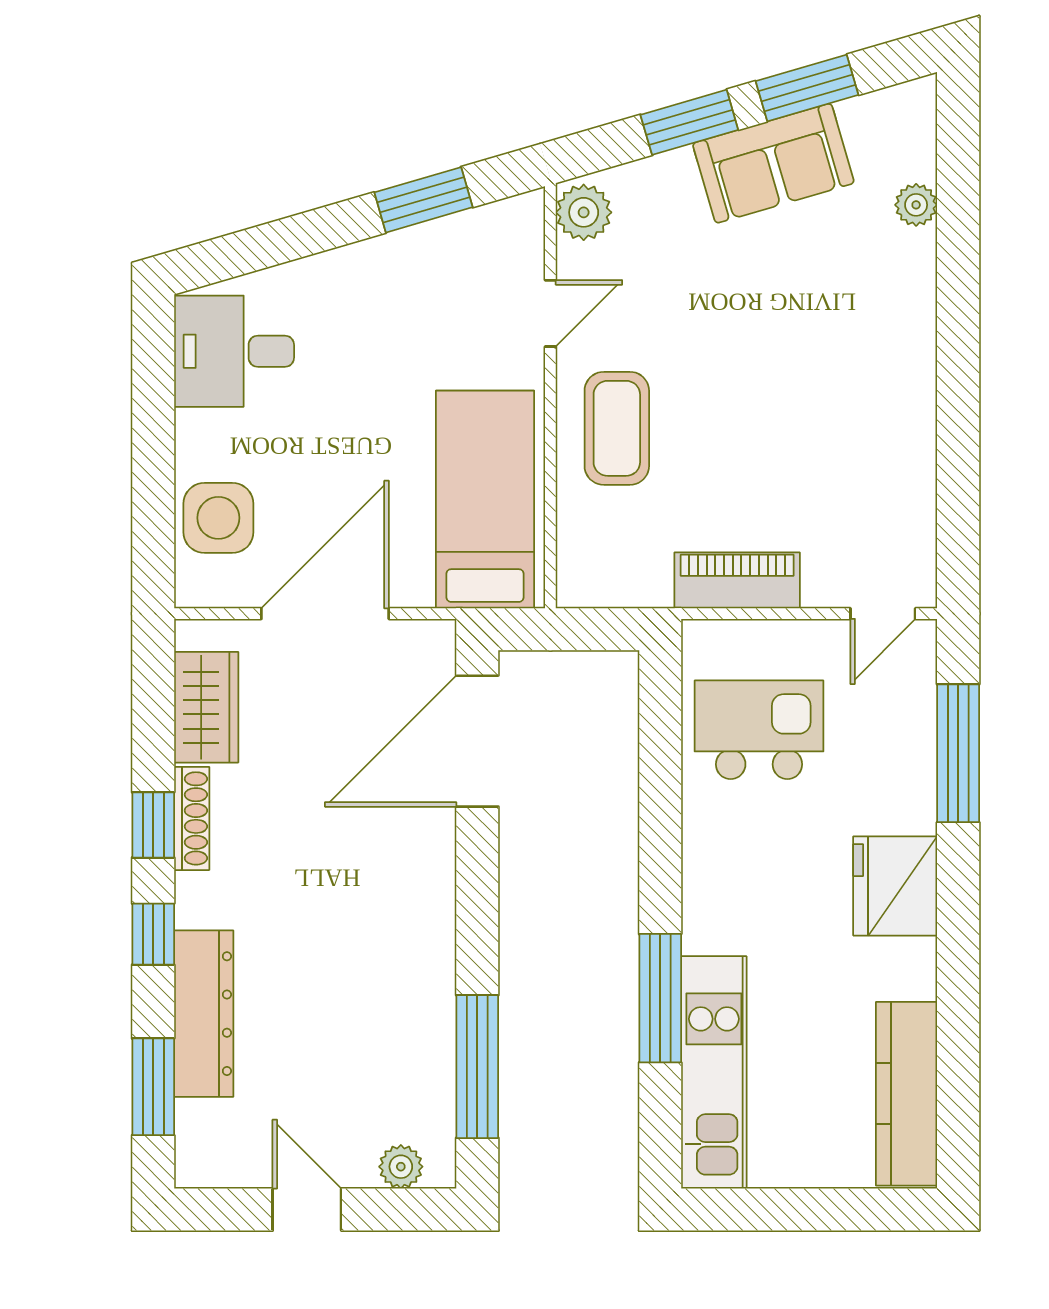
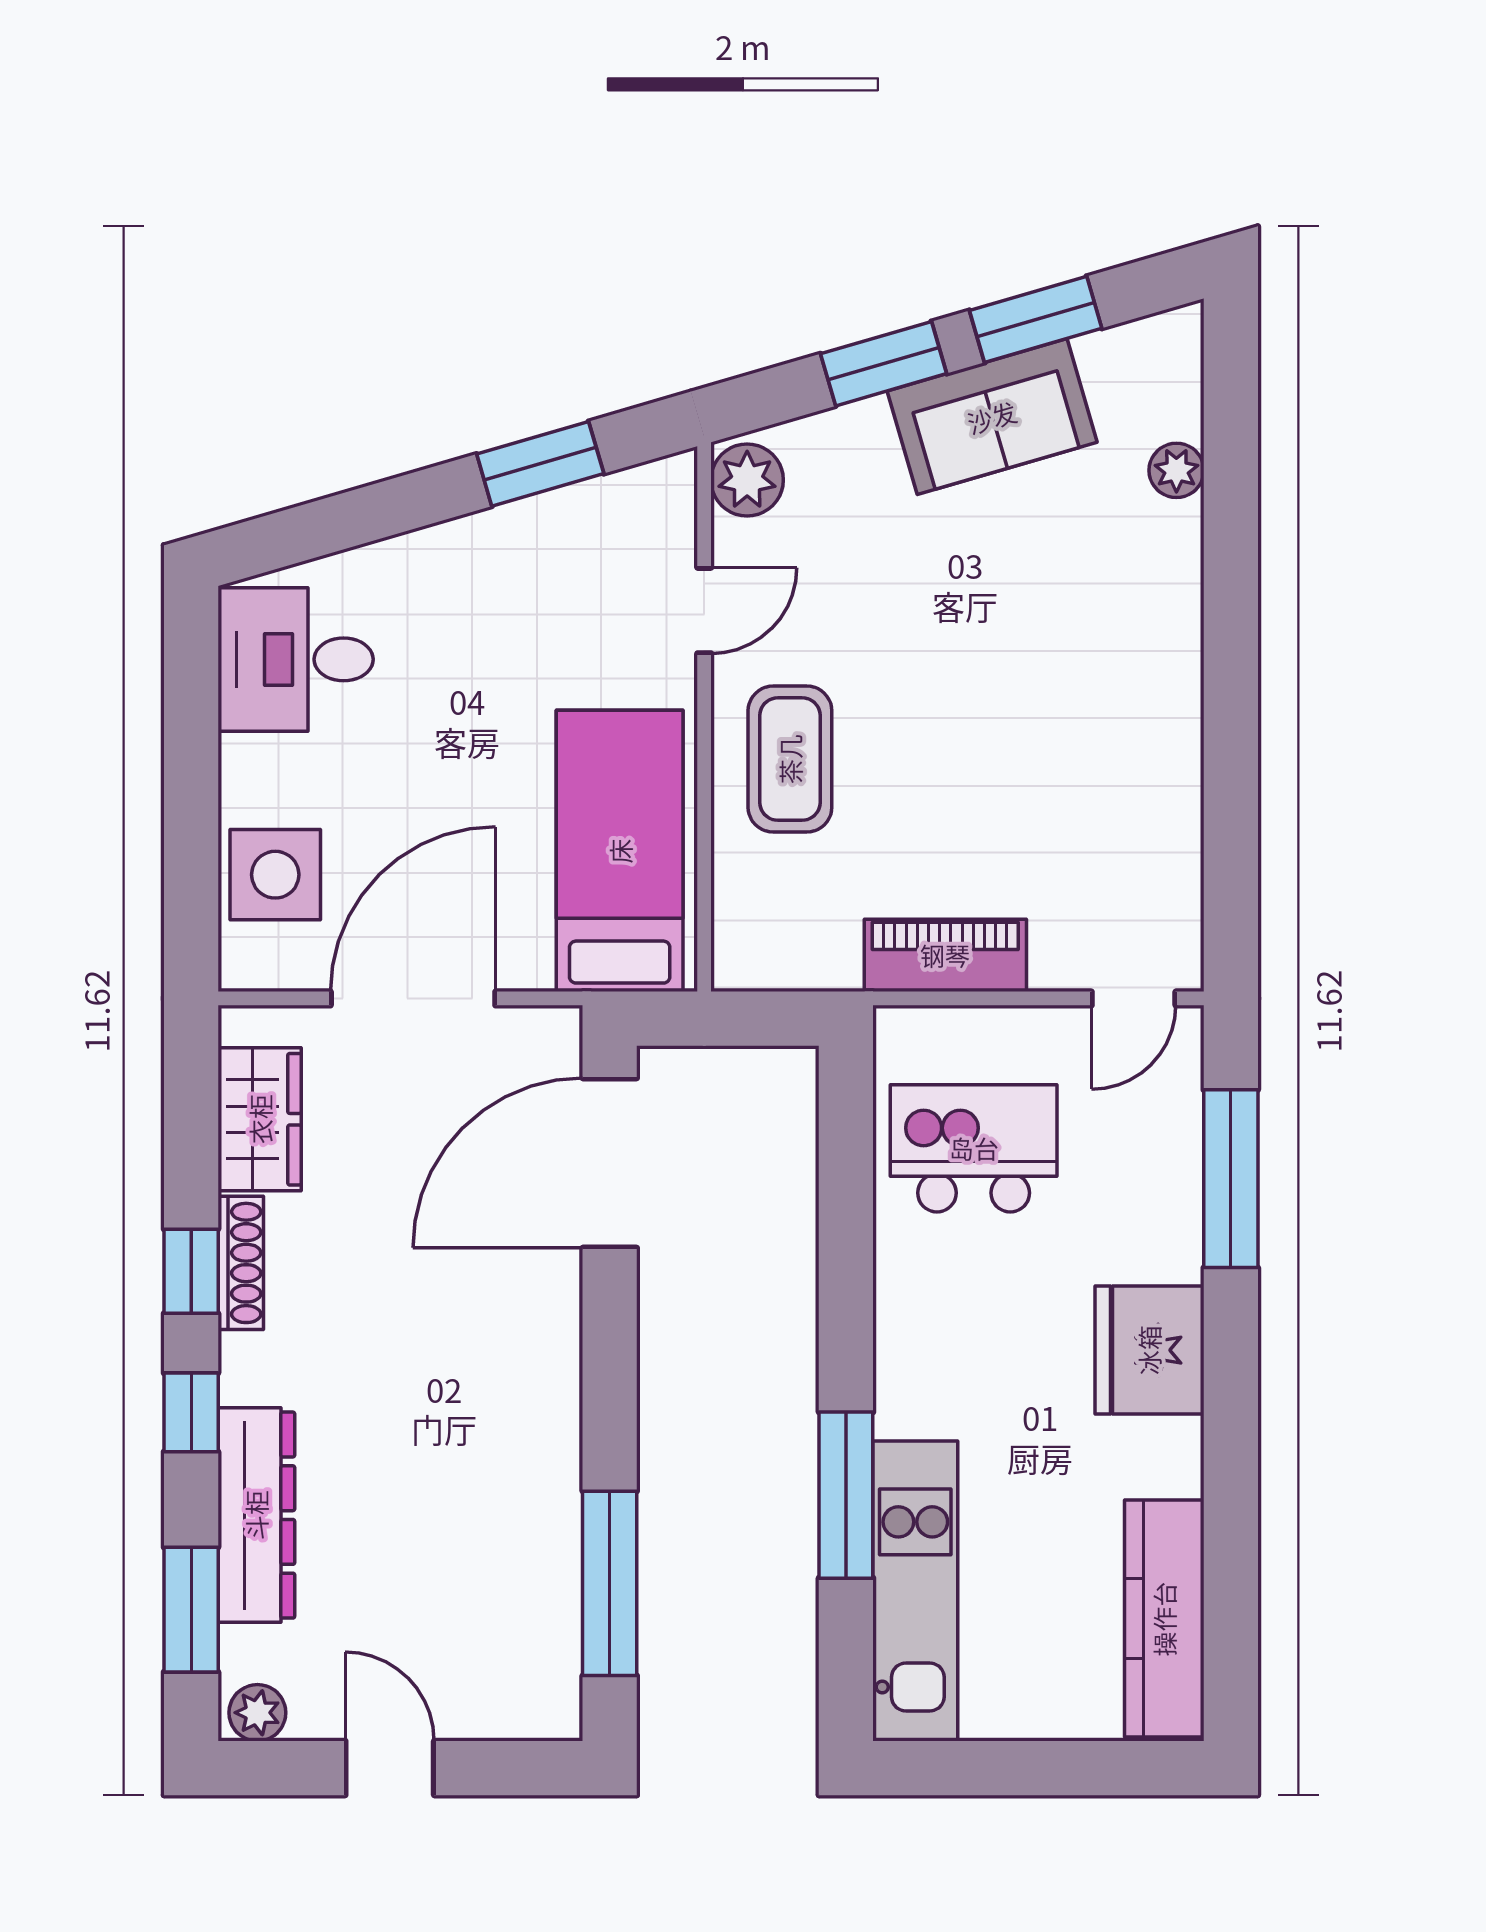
plant: (401, 1167) -> (257, 1713), moved

